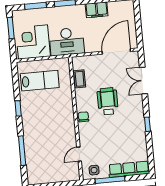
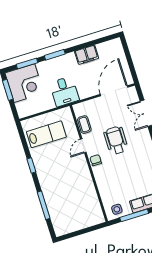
corner desk: (33, 42) -> (24, 83), moved, turned 180
desk: (67, 42) -> (64, 91), width x0.73
door: (79, 154) -> (83, 146), moved

